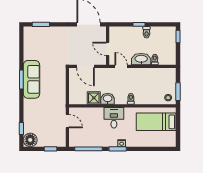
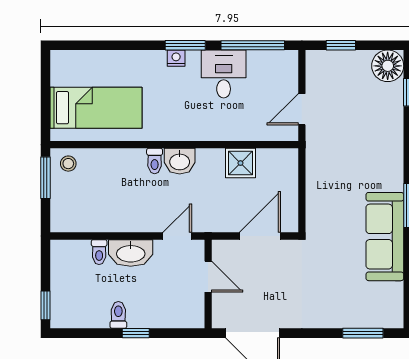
door: (85, 66) -> (260, 236), hinge flipped
door: (121, 66) -> (177, 236), swing flipped
sofa: (31, 79) -> (385, 237), moved
washbasin: (108, 99) -> (180, 161), moved
desk: (114, 118) -> (224, 74), moved, turned 180
door: (67, 121) -> (302, 109), hinge flipped

